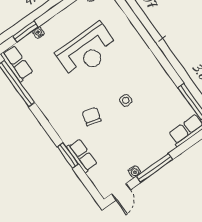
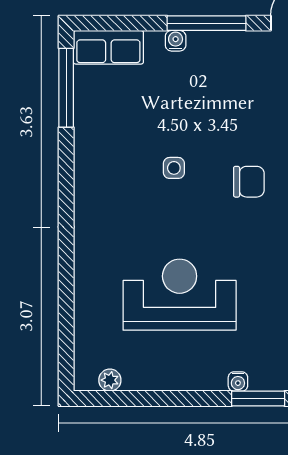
chair: (92, 116) -> (249, 182), turned -106
water cooler: (134, 172) -> (176, 41), moved

